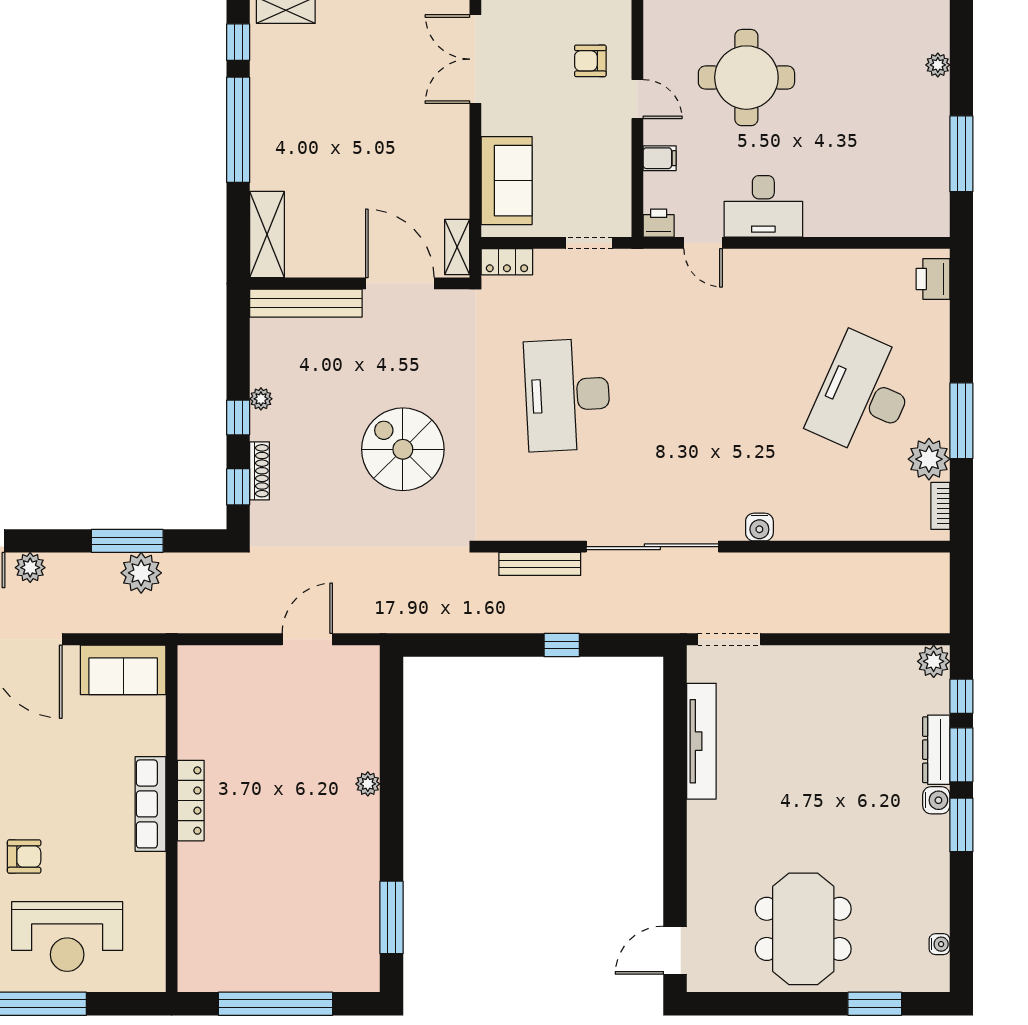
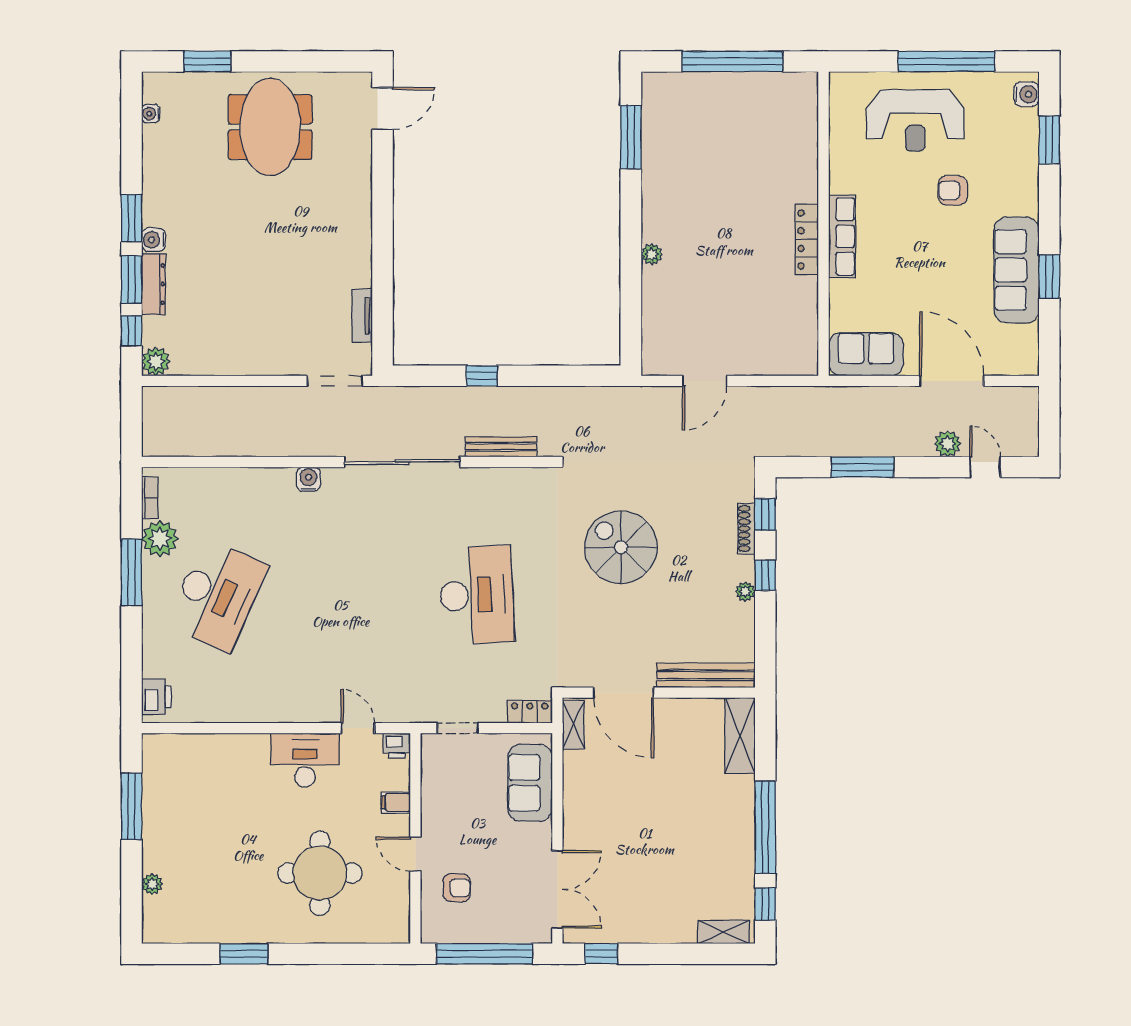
spiral stairs: (403, 449) -> (621, 547), turned 180
plant: (141, 573) -> (850, 439), removed
tv unit: (701, 741) -> (362, 316), width x0.52, depth x0.78
reception desk: (67, 936) -> (915, 120), turned 180

